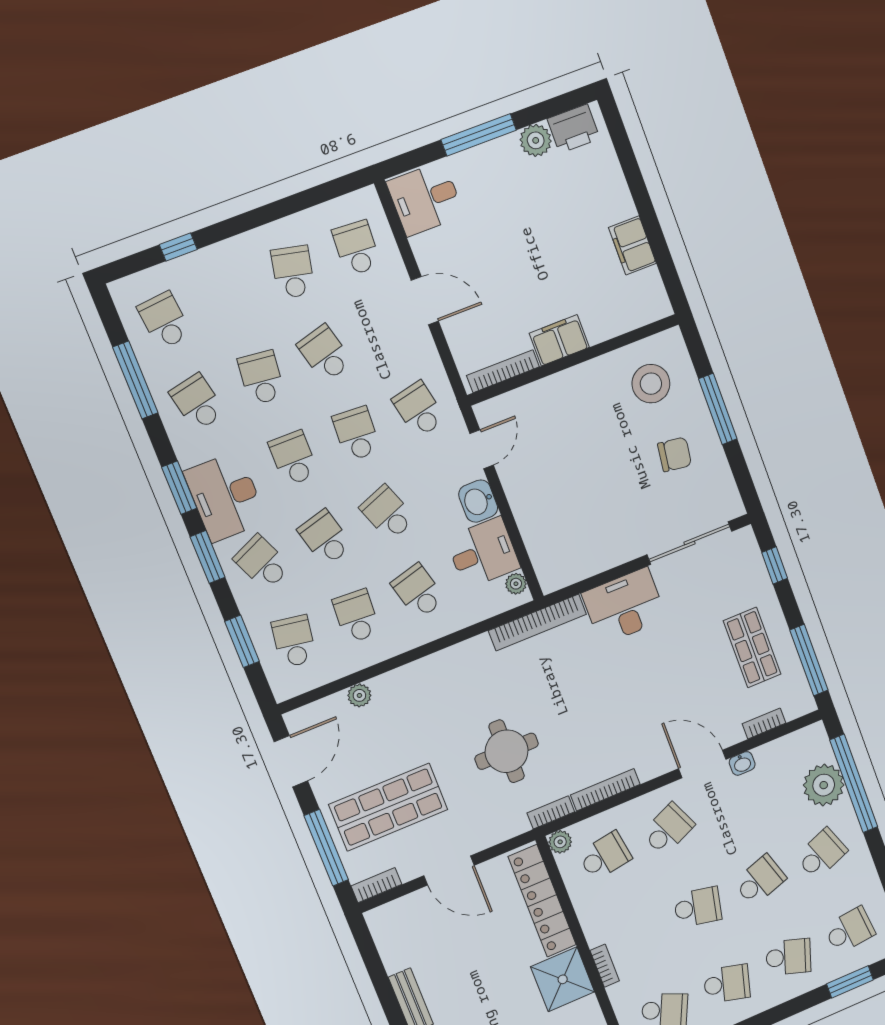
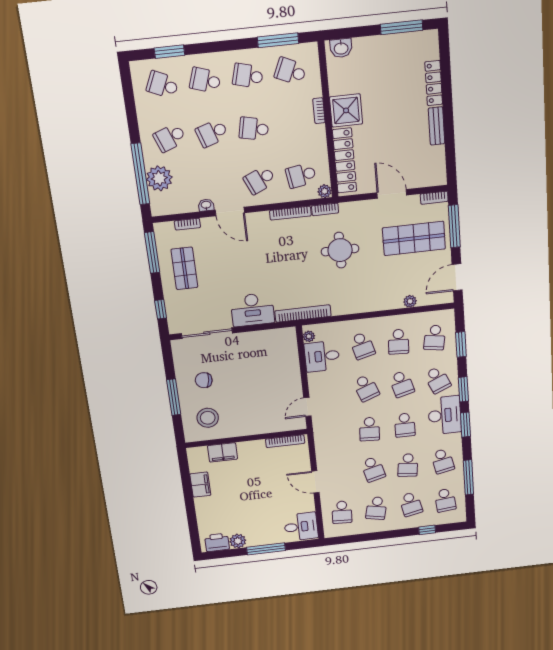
filing cabinet: (559, 340) -> (222, 452), moved
school desk: (419, 409) -> (411, 504), moved
washbasin: (478, 501) -> (317, 382), removed
school desk: (850, 930) -> (162, 85), turned 30

